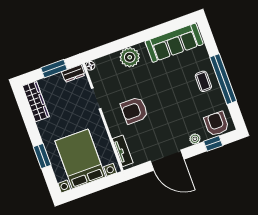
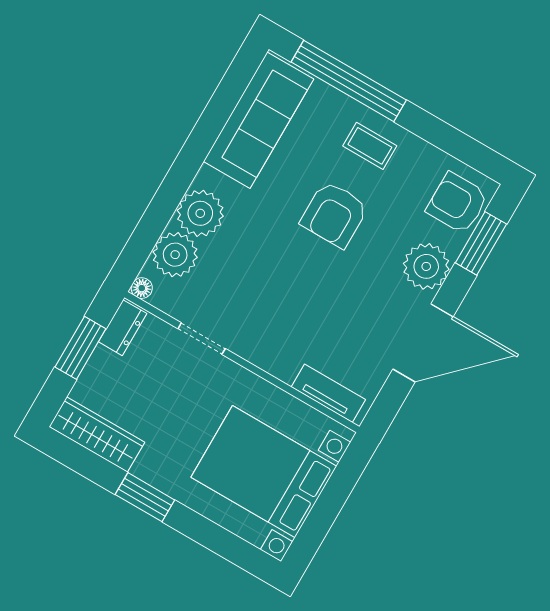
plant: (110, 64) -> (175, 255), added
window: (223, 79) -> (349, 81), moved
armchair: (134, 110) -> (334, 214), moved
plant: (195, 139) -> (426, 266), width x1.88, depth x1.88
window: (213, 143) -> (481, 243), width x1.50
window: (42, 156) -> (145, 497), moved

